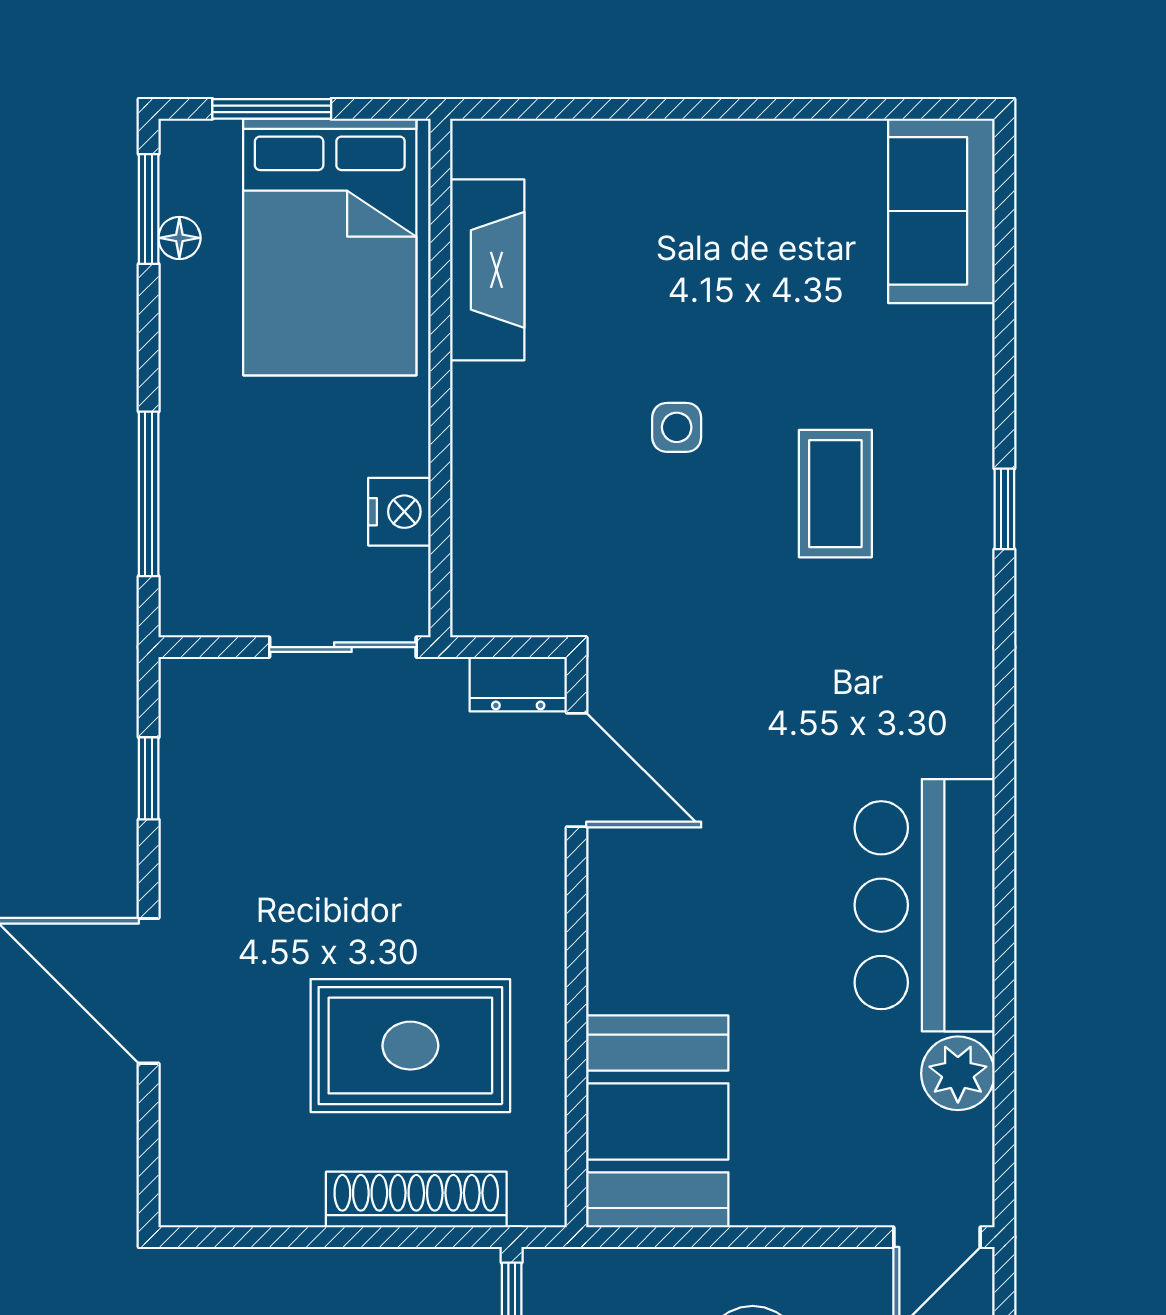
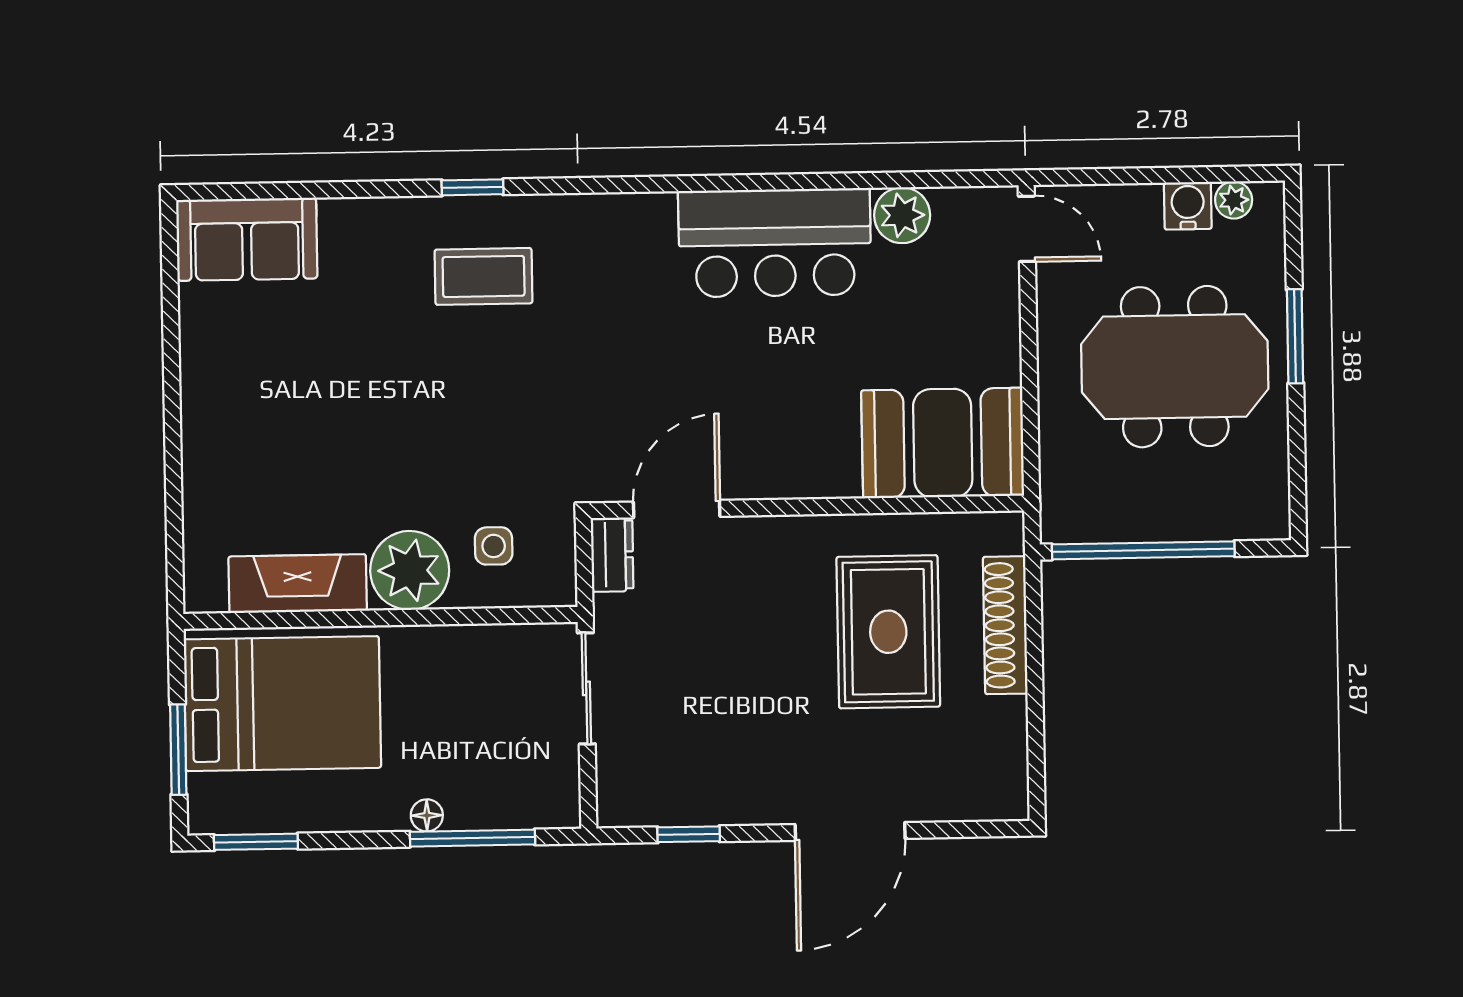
floor lamp: (179, 238) -> (427, 815), moved
plant: (502, 417) -> (410, 570), added
side table: (677, 427) -> (494, 546), moved
coffee table: (835, 494) -> (484, 276), moved
nightstand: (399, 512) -> (483, 647), removed

